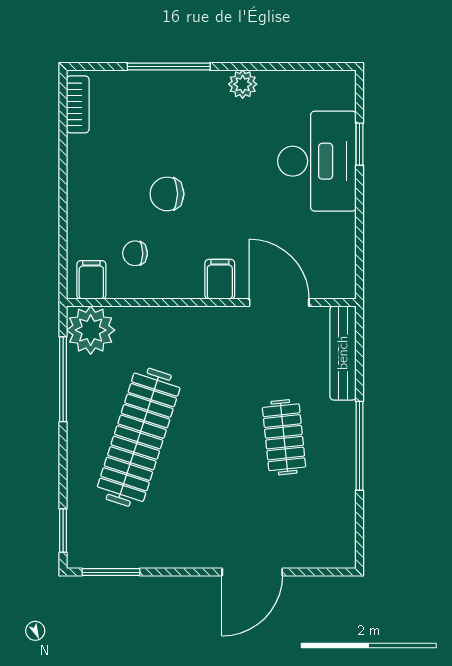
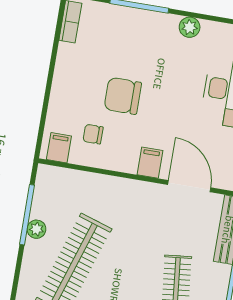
chair: (167, 194) -> (123, 96), width x1.37, depth x1.37
plant: (91, 330) -> (36, 229), moved, width x0.53, depth x0.53

